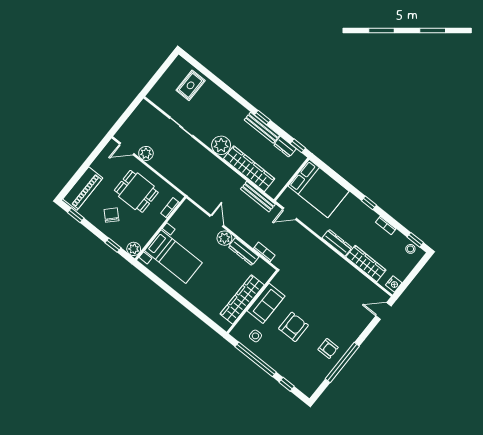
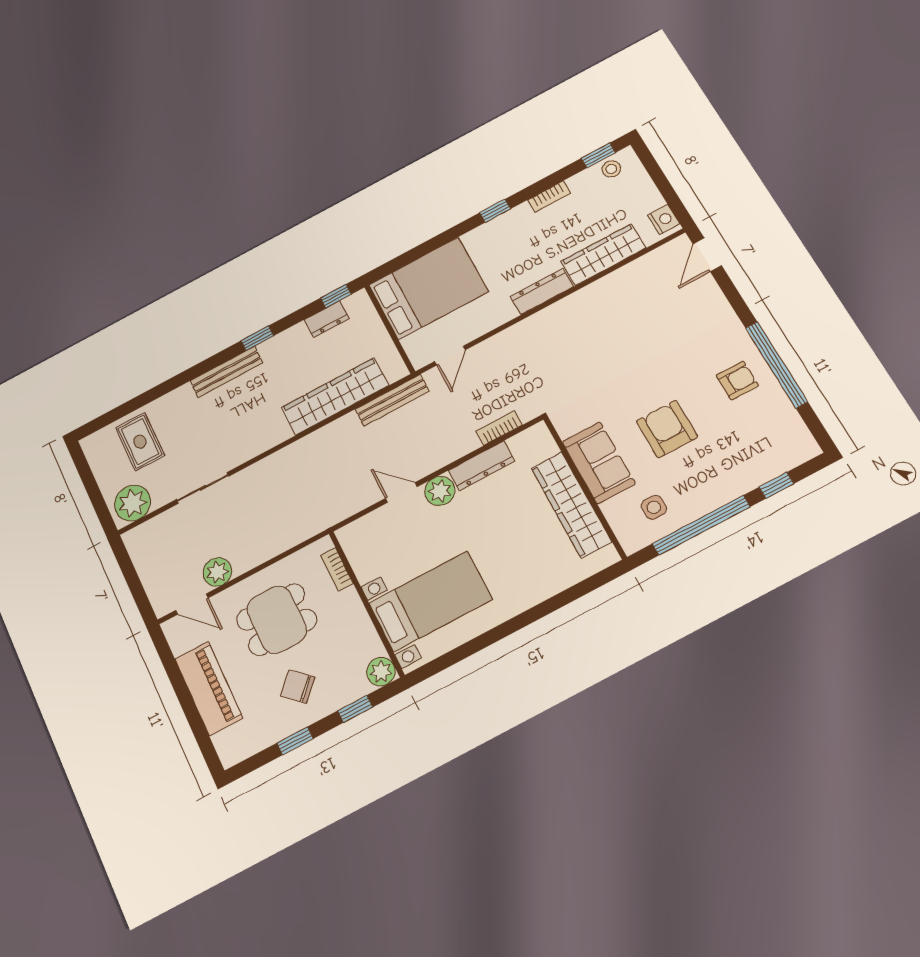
bench: (262, 128) -> (226, 372), moved
plant: (221, 145) -> (133, 503), moved
door: (127, 149) -> (192, 604), hinge flipped
piano: (83, 188) -> (209, 688), moved
window: (76, 215) -> (295, 741), moved

